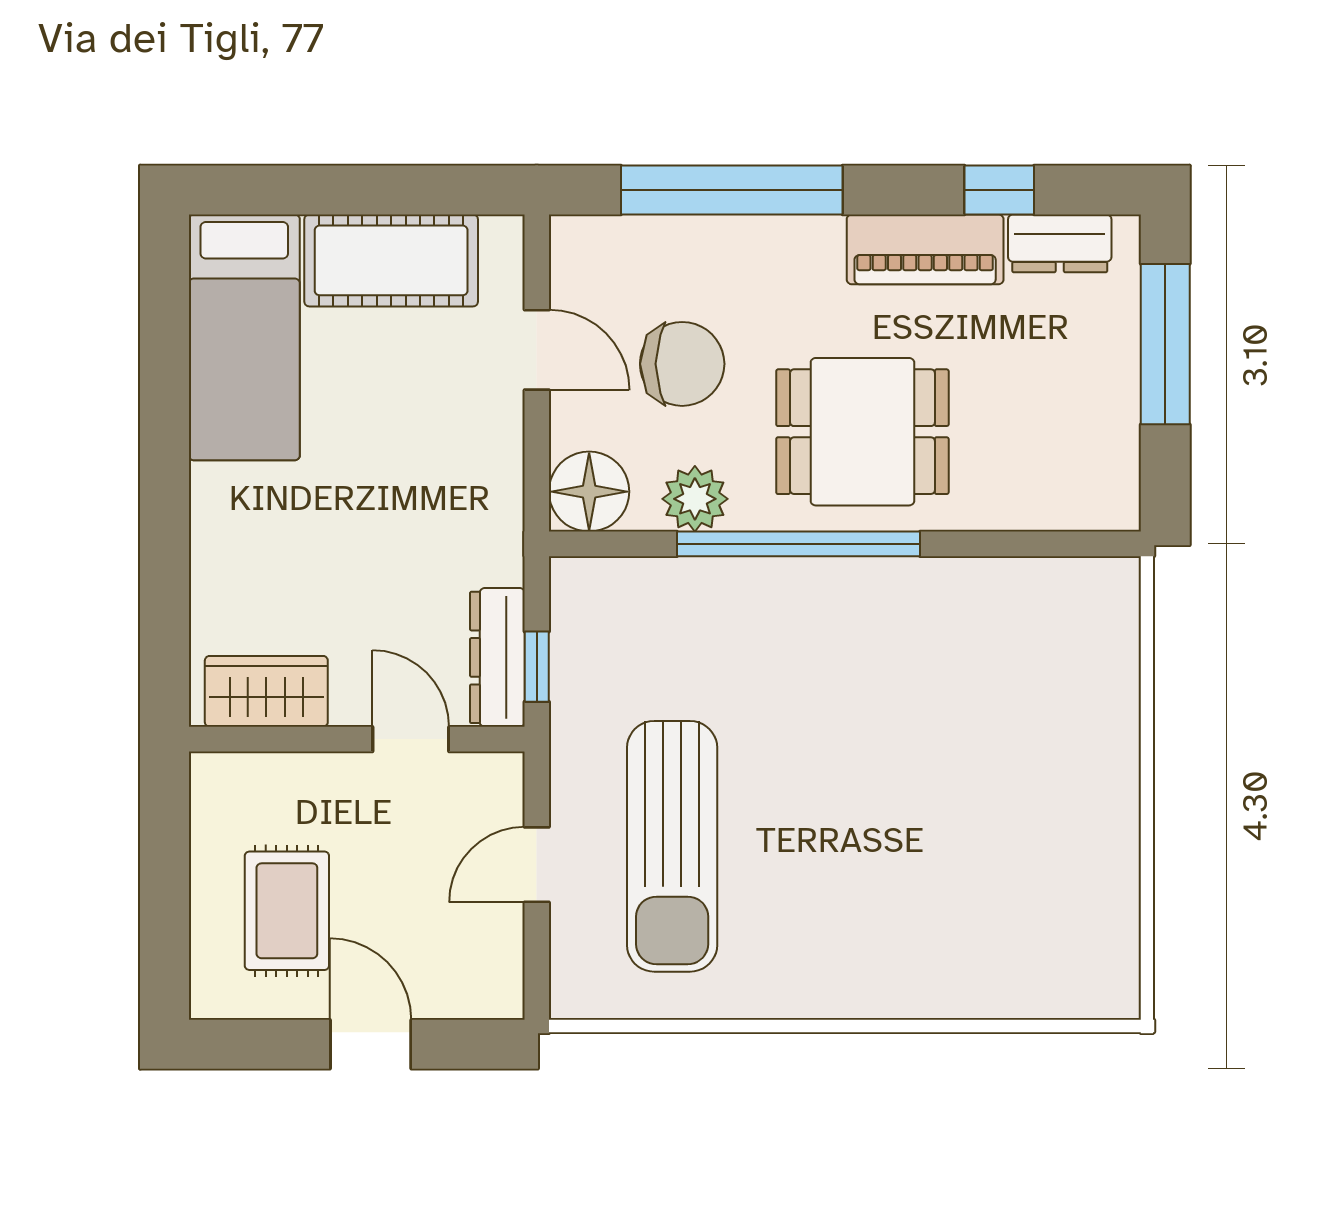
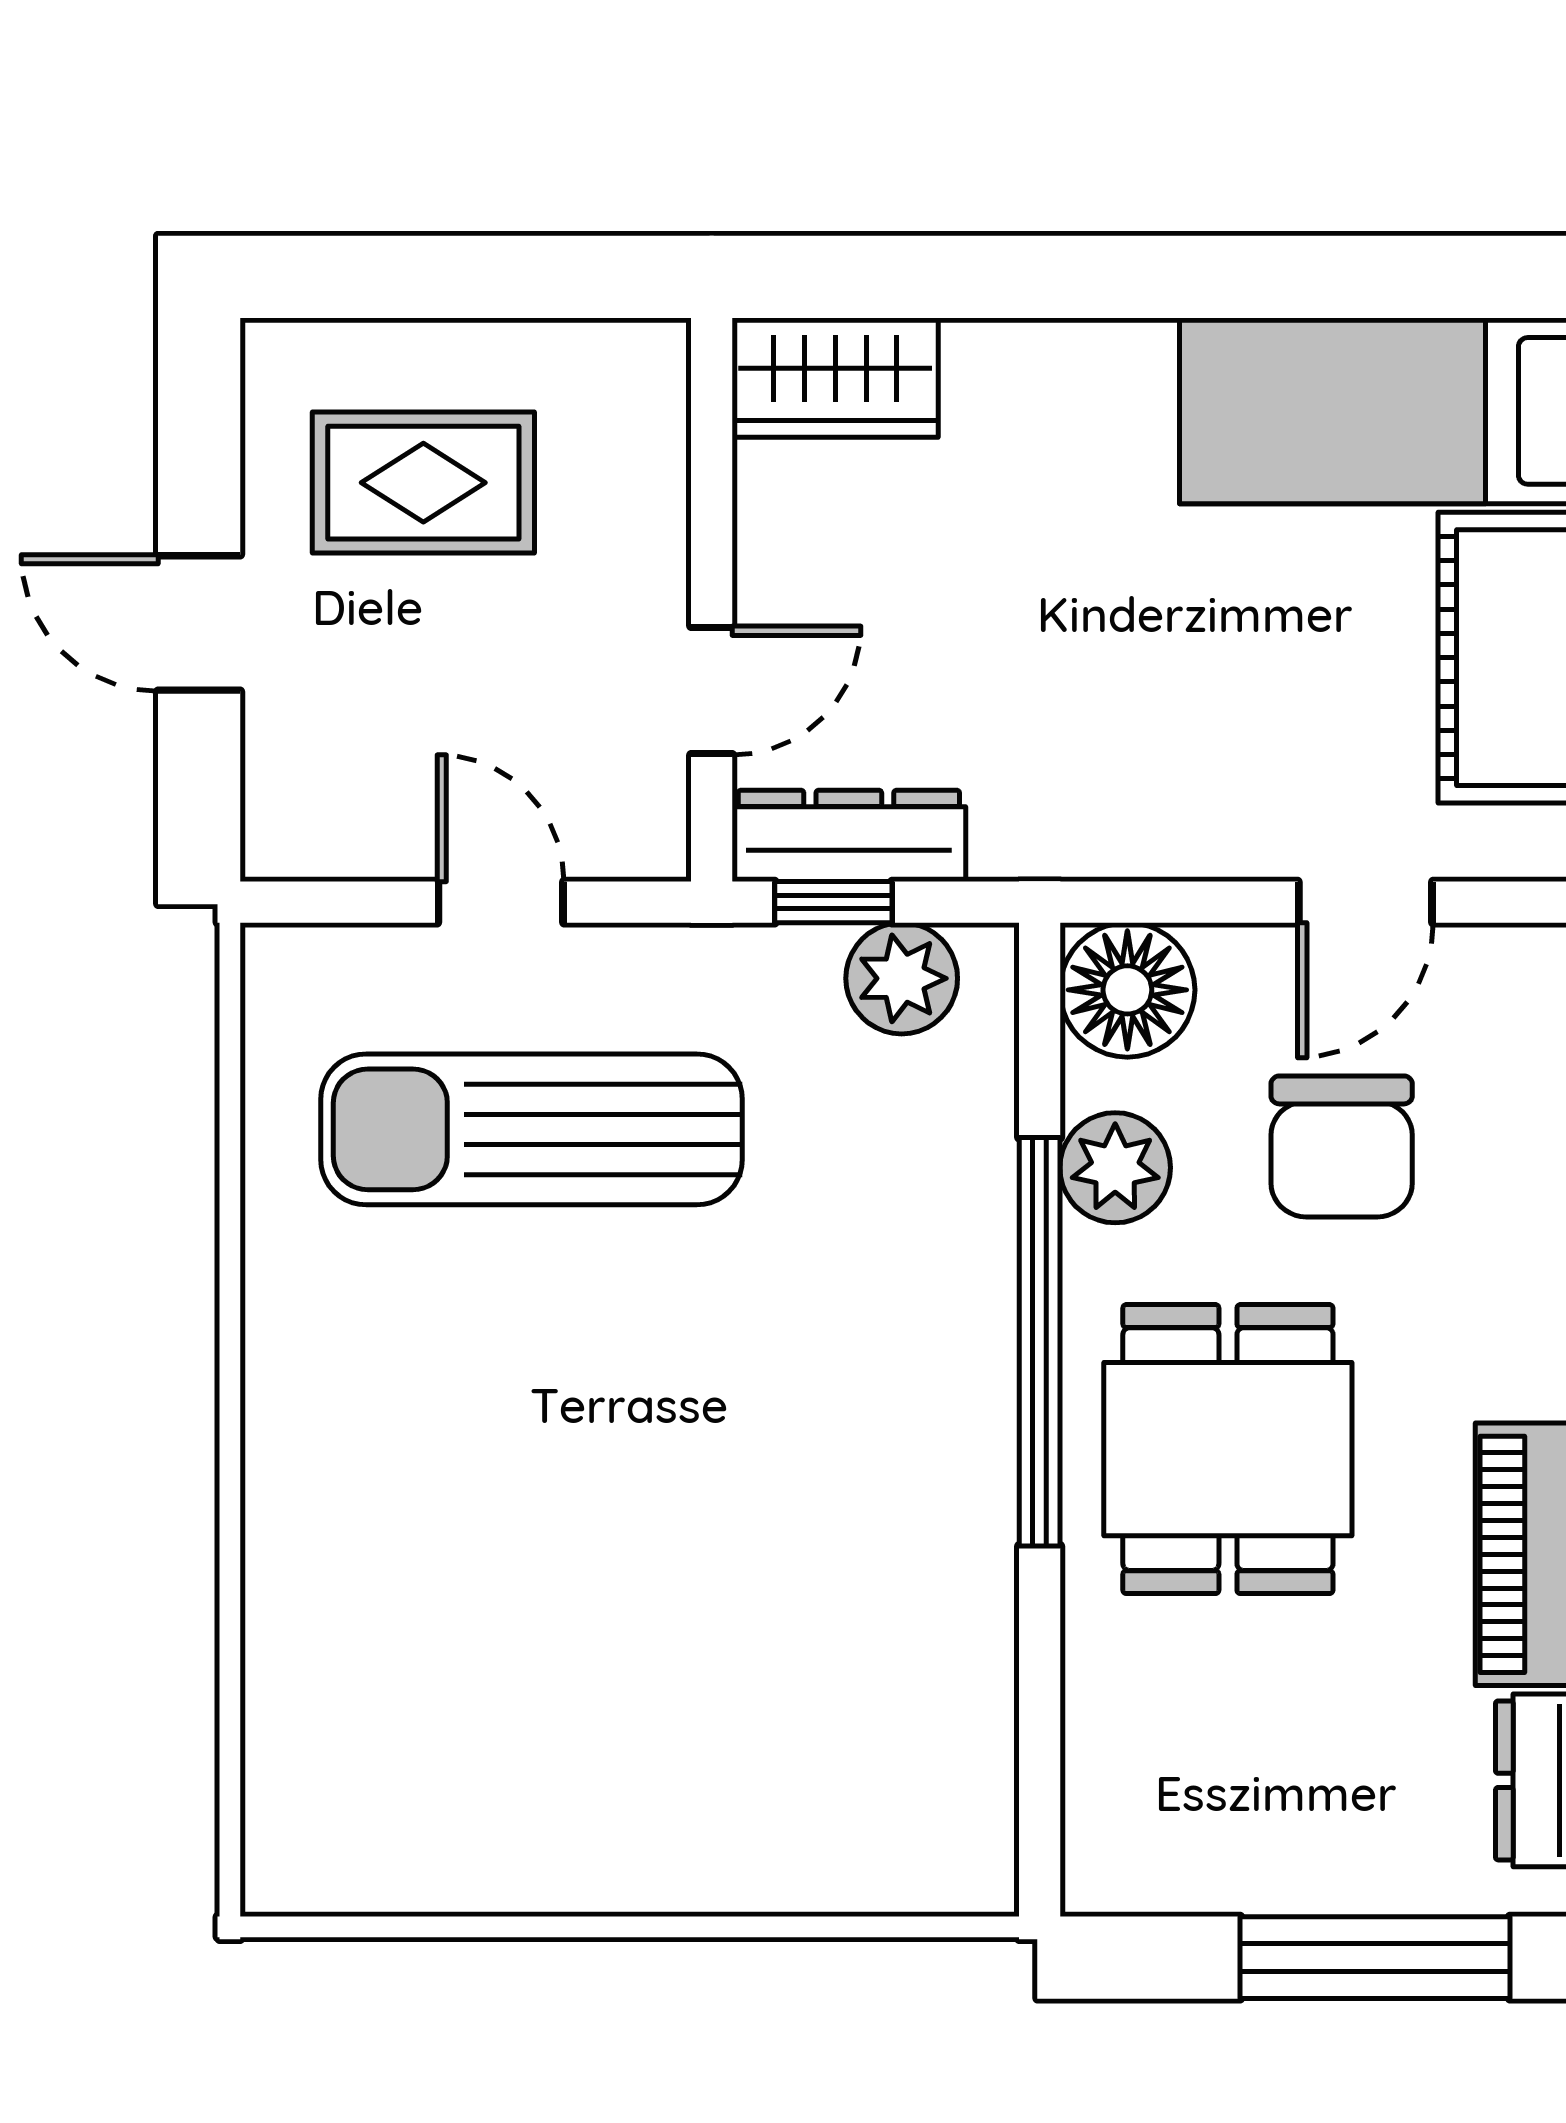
plant: (582, 626) -> (902, 978), added
wardrobe: (266, 691) -> (835, 378), moved, turned 90
door: (371, 1044) -> (199, 623), swing flipped

